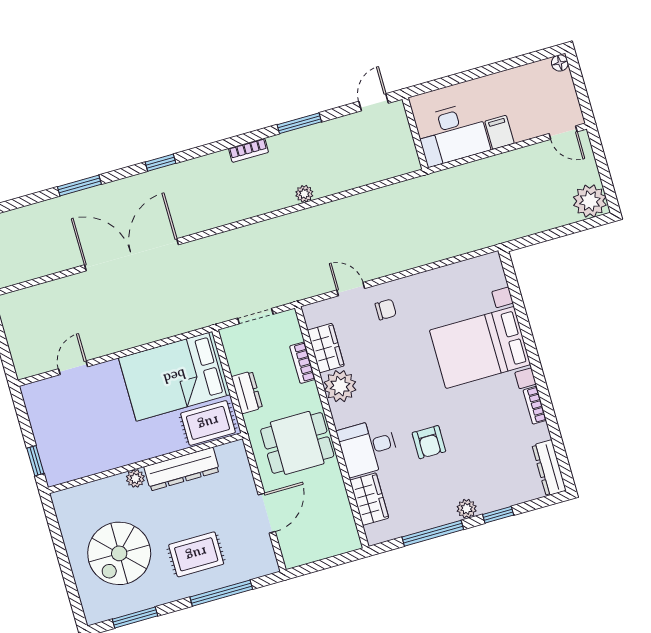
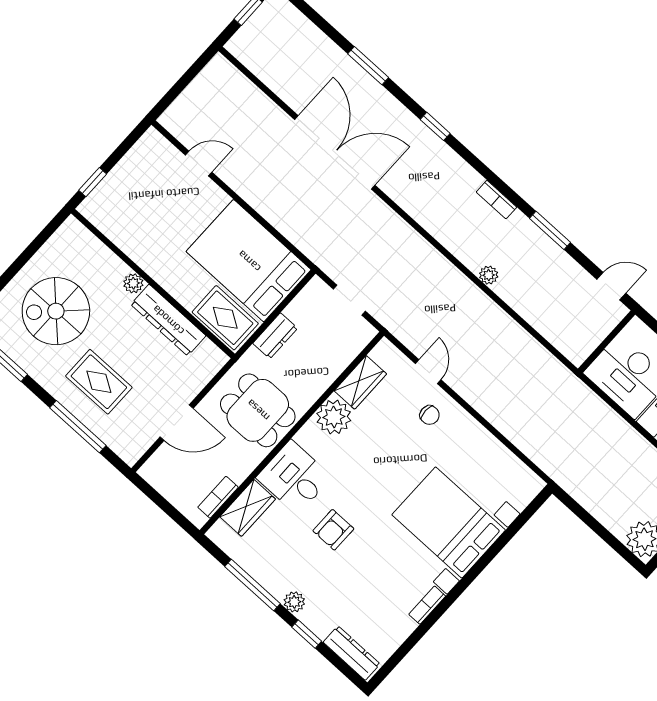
bookcase: (302, 363) -> (218, 497), moved
dresser: (549, 468) -> (352, 653), moved, turned 90

